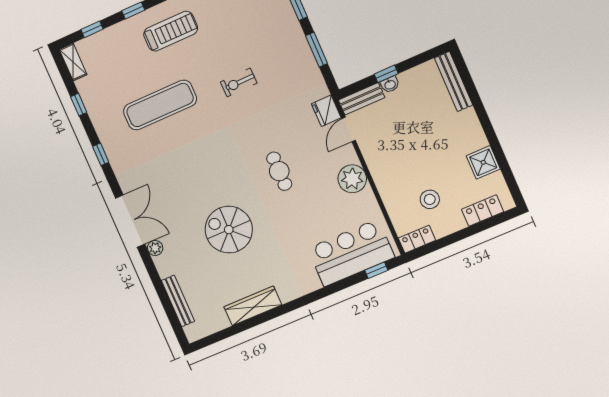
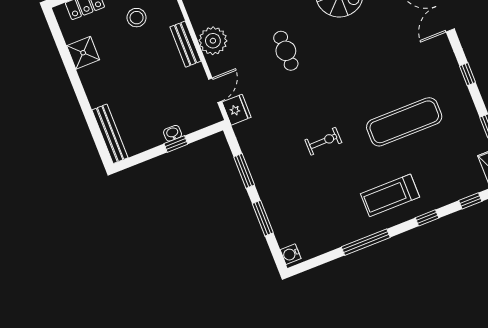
bench: (362, 99) -> (185, 44), moved, turned 90

